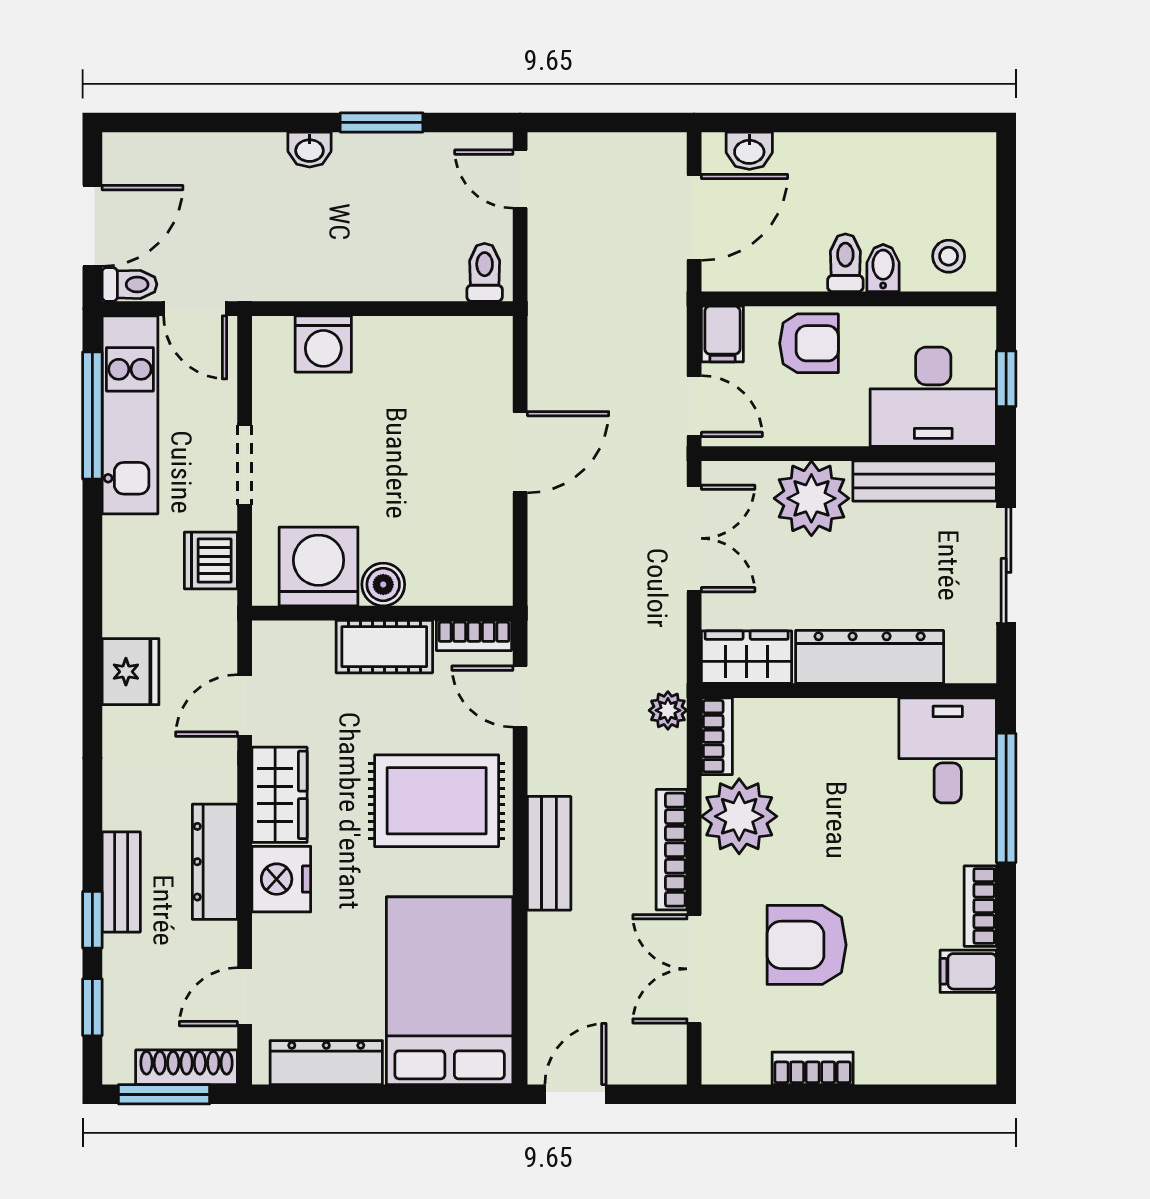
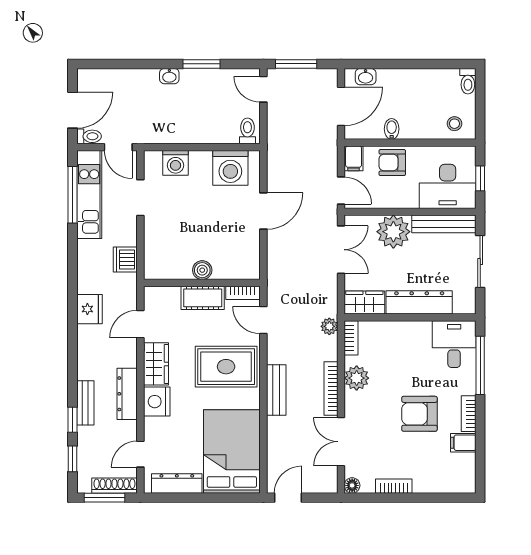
window: (594, 122) -> (296, 64), added
toilet: (845, 263) -> (468, 81), moved, turned 180
bidet: (883, 268) -> (392, 129), moved
armchair: (809, 343) -> (392, 163), turned 180
doorway: (245, 465) -> (140, 198), moved
washing machine: (319, 567) -> (230, 168), moved, turned 180
plant: (739, 816) -> (357, 378), width x0.73, depth x0.73
armchair: (807, 945) -> (419, 414), moved
floor lamp: (719, 1067) -> (352, 485), added

